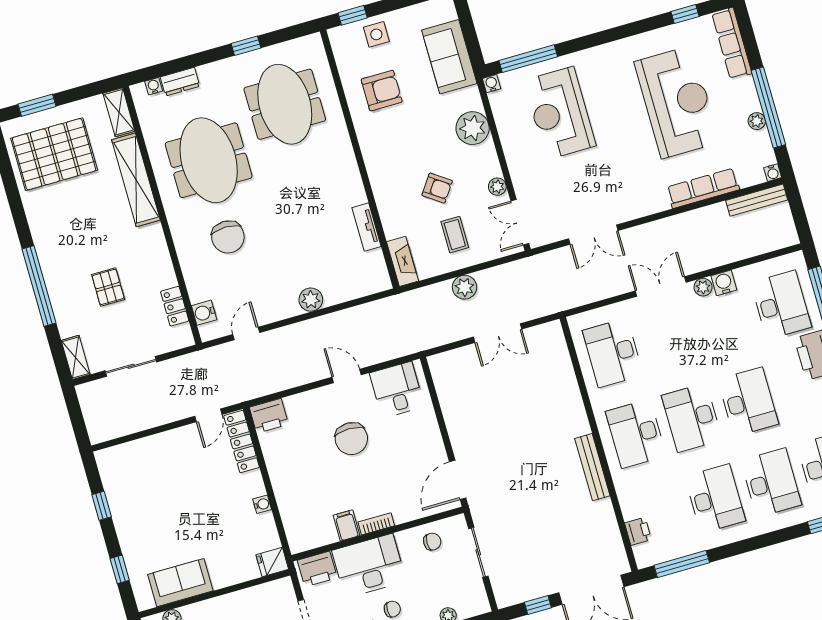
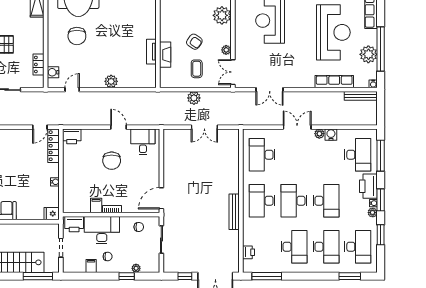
plant: (757, 121) -> (368, 54), width x1.87, depth x1.87
fireplace: (402, 261) -> (165, 55), moved

